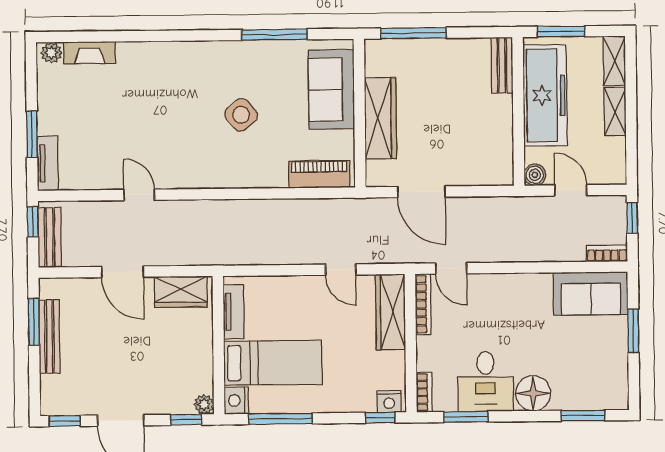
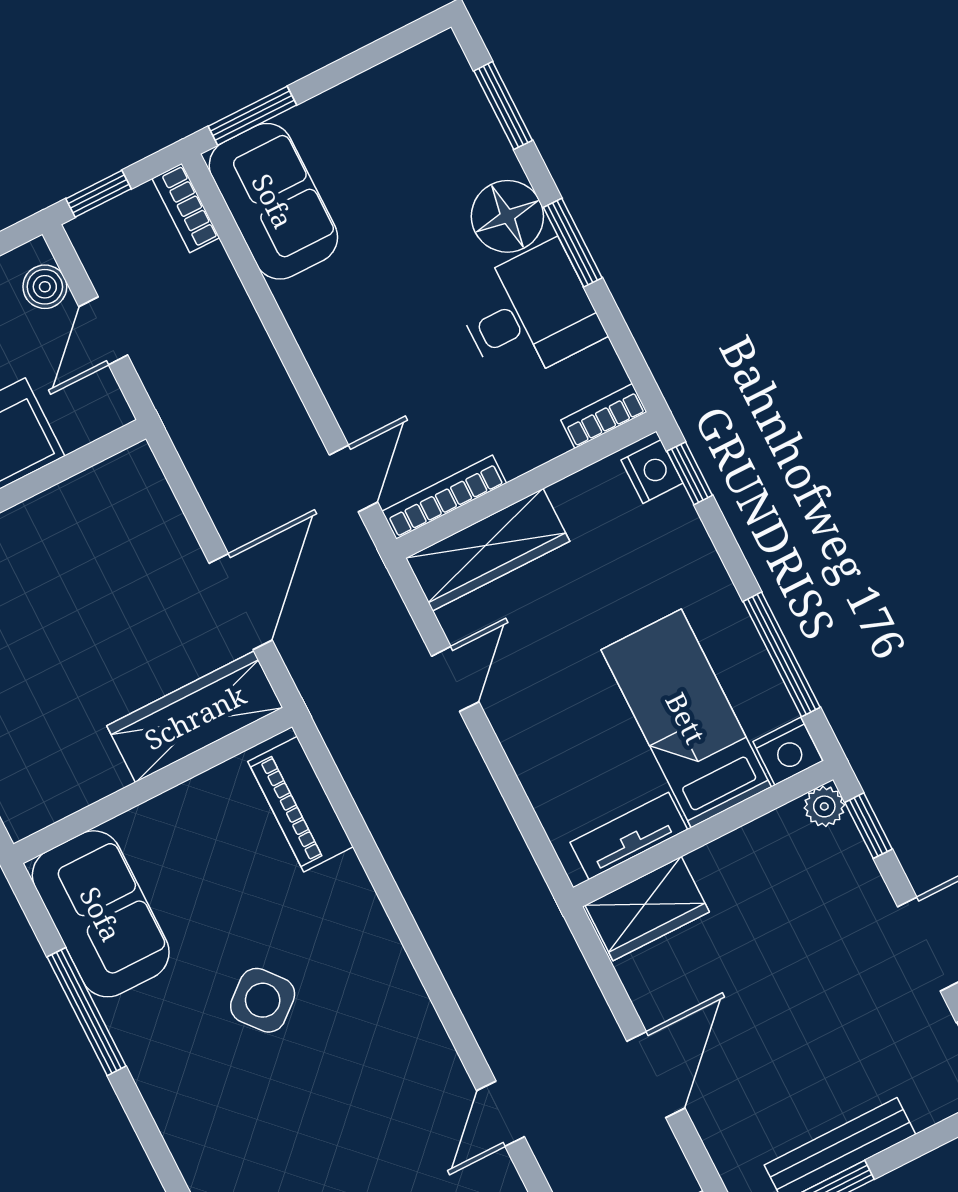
sofa: (331, 90) -> (101, 914), moved, turned -90
wardrobe: (380, 118) -> (195, 717), moved
boiler: (535, 175) -> (45, 287), moved
wardrobe: (181, 292) -> (647, 909), moved, turned 90
window: (633, 331) -> (252, 116), moved
window: (466, 417) -> (573, 243), moved

